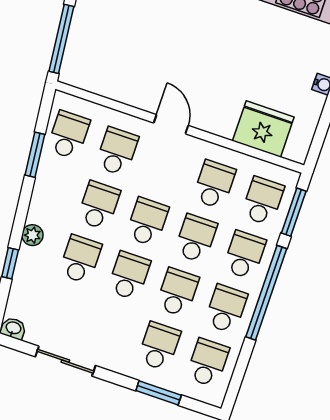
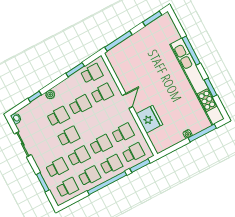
fridge: (263, 129) -> (149, 119), moved
school desk: (147, 222) -> (91, 125), removed

